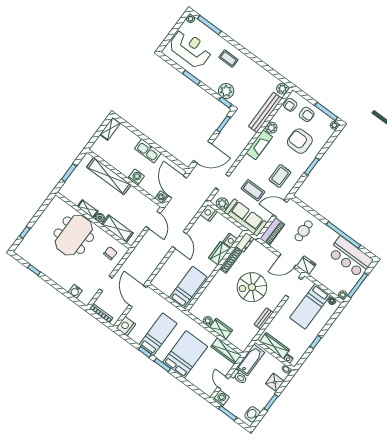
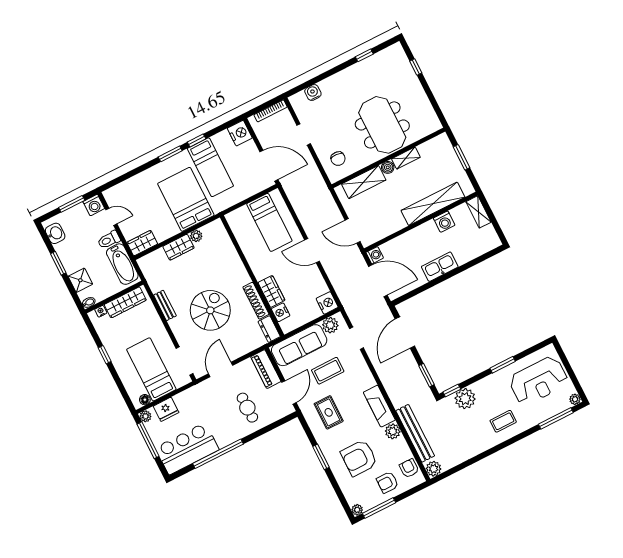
shelving: (110, 129) -> (478, 212), moved
armchair: (300, 141) -> (359, 458), turned 180
washing machine: (136, 177) -> (444, 222), moved
fridge: (306, 265) -> (166, 409), moved
bed: (188, 287) -> (269, 222), moved
wardrobe: (226, 351) -> (142, 243), width x0.67
bed: (185, 354) -> (186, 199), moved, turned 180

